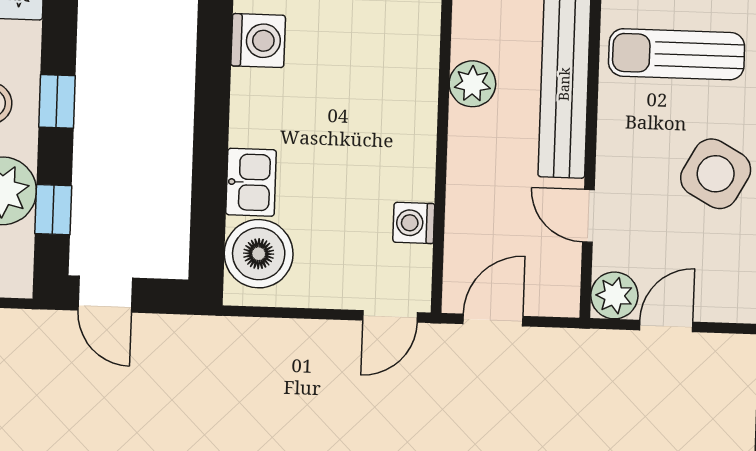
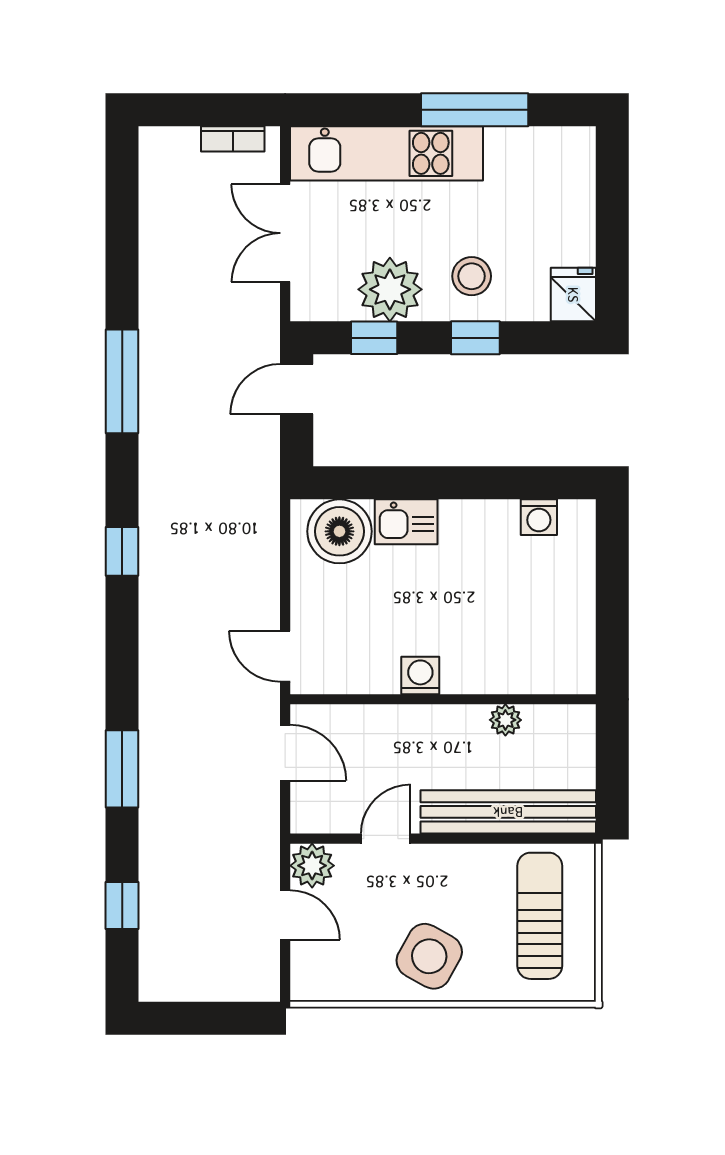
washing machine: (258, 41) -> (539, 517), width x0.73, depth x0.73
plant: (472, 84) -> (505, 720), width x0.73, depth x0.73
washing machine: (414, 223) -> (420, 675), moved

